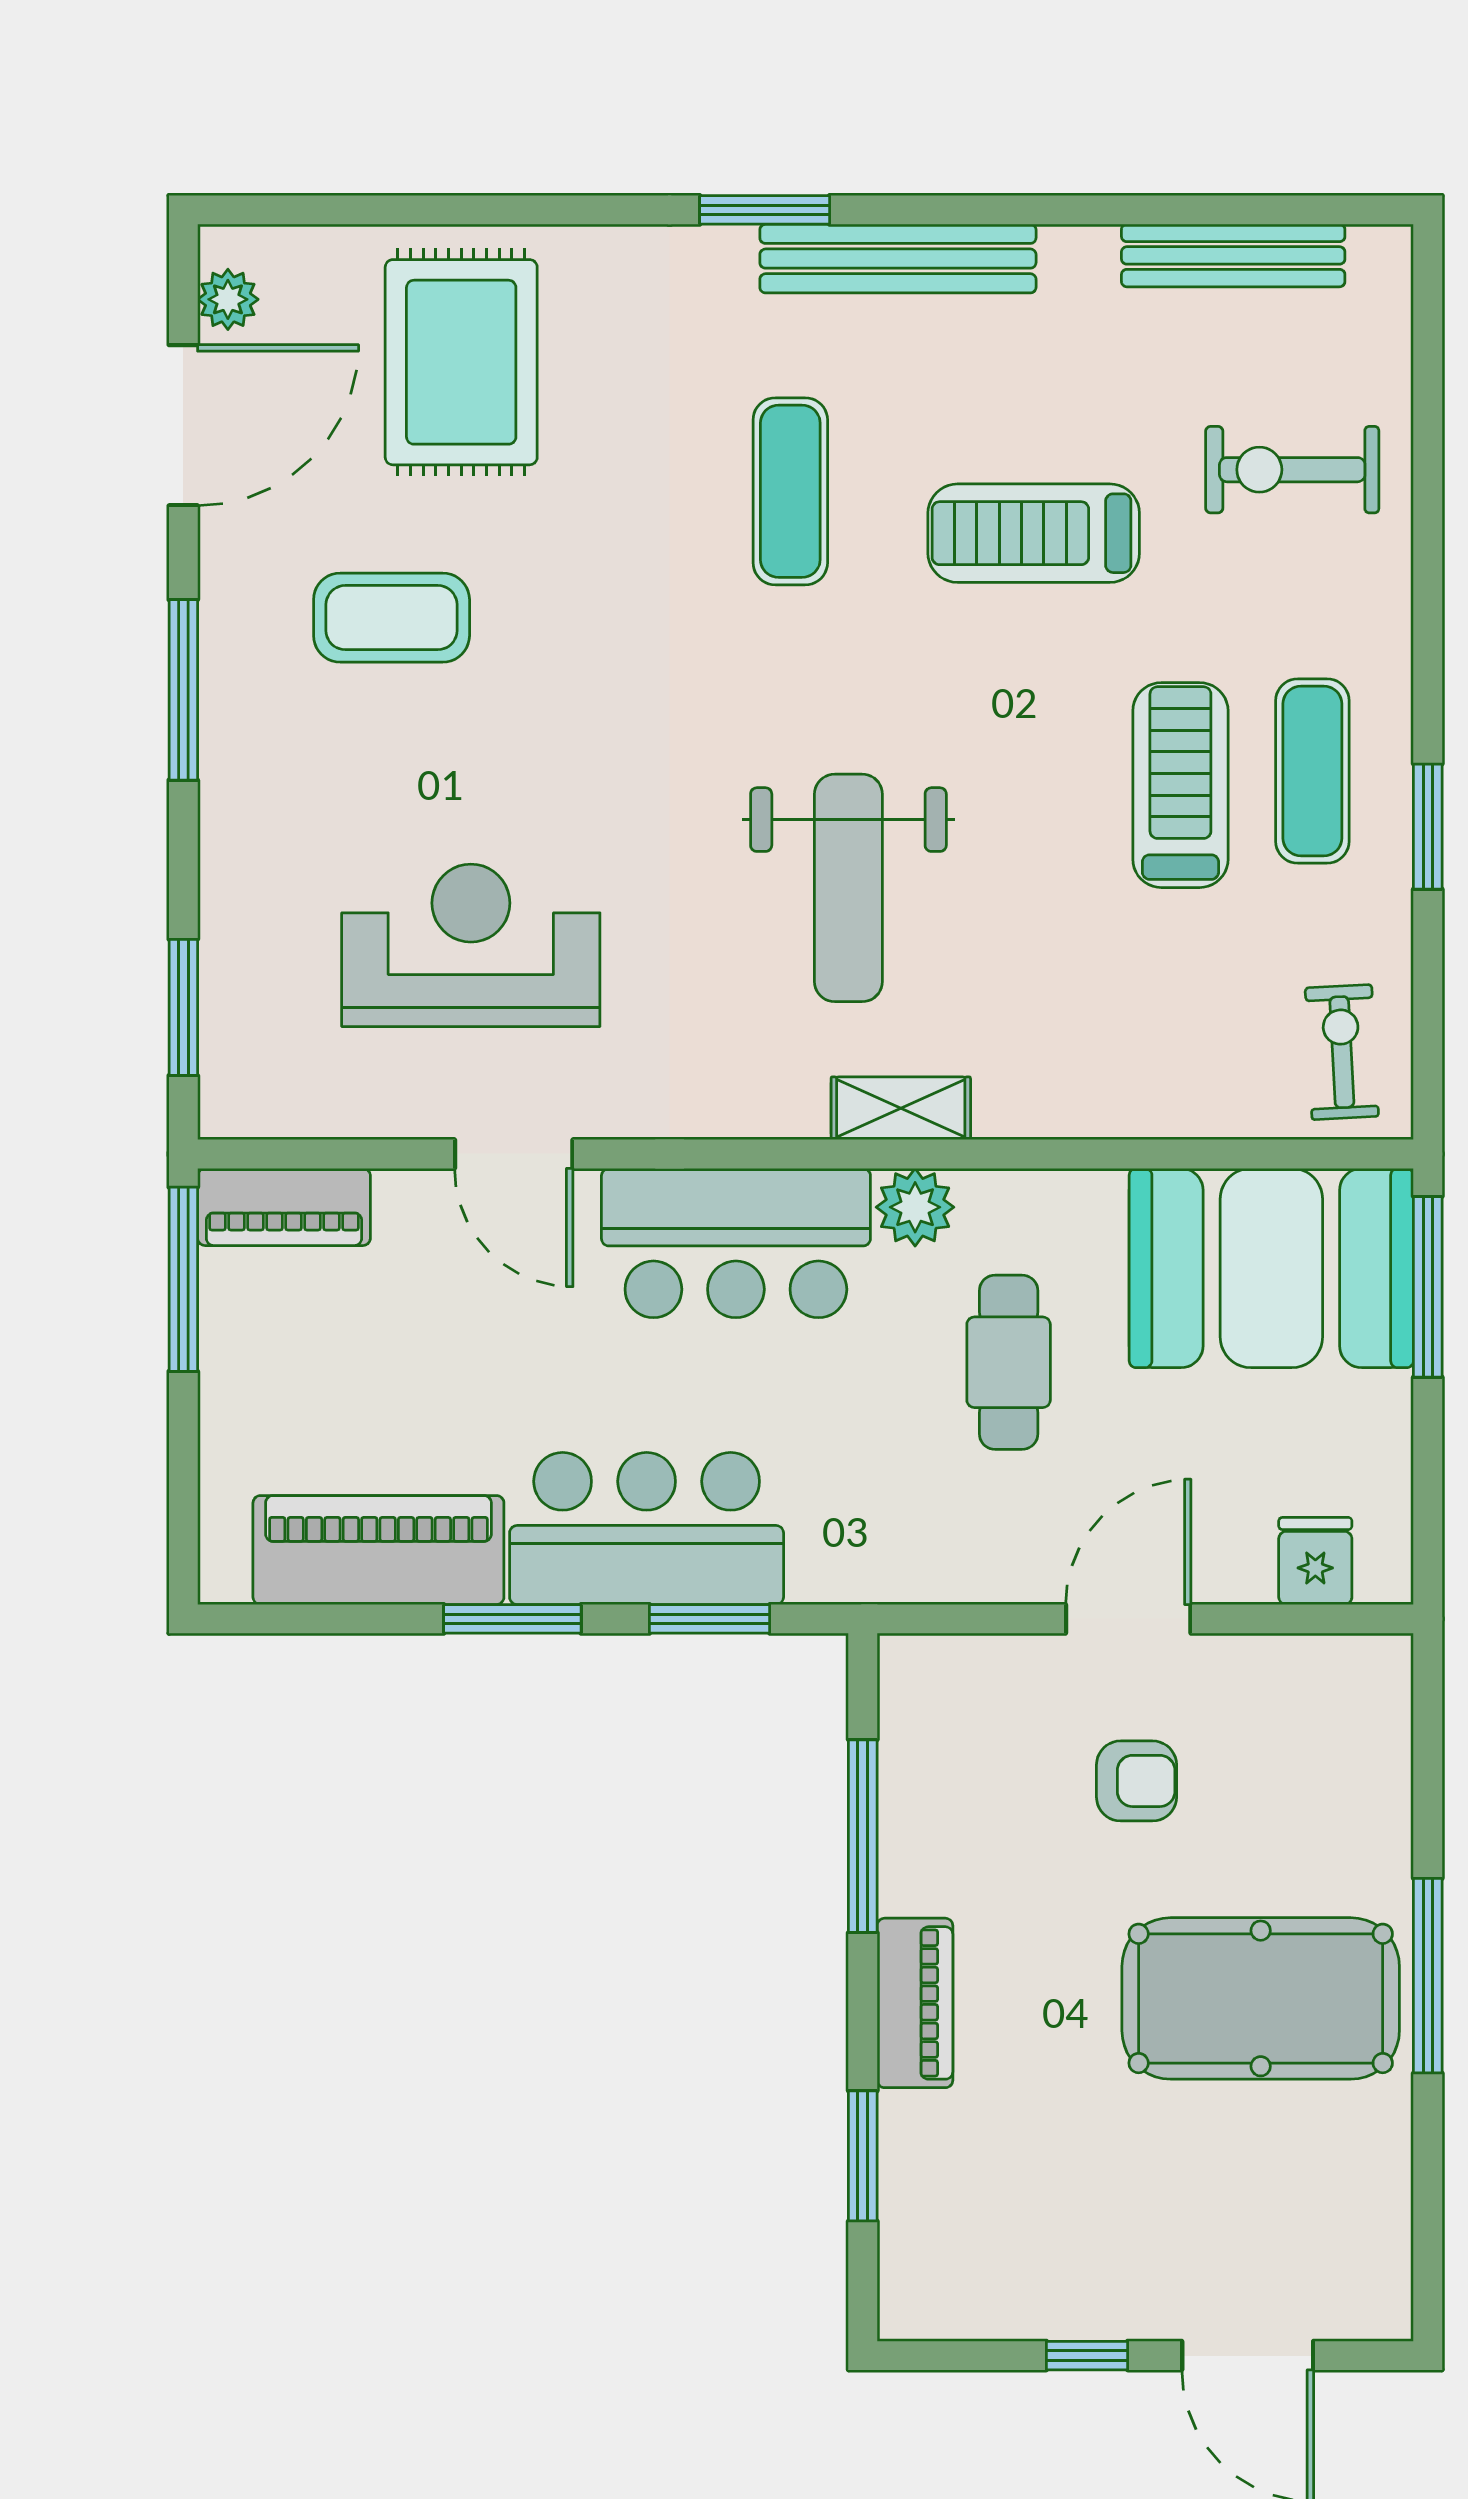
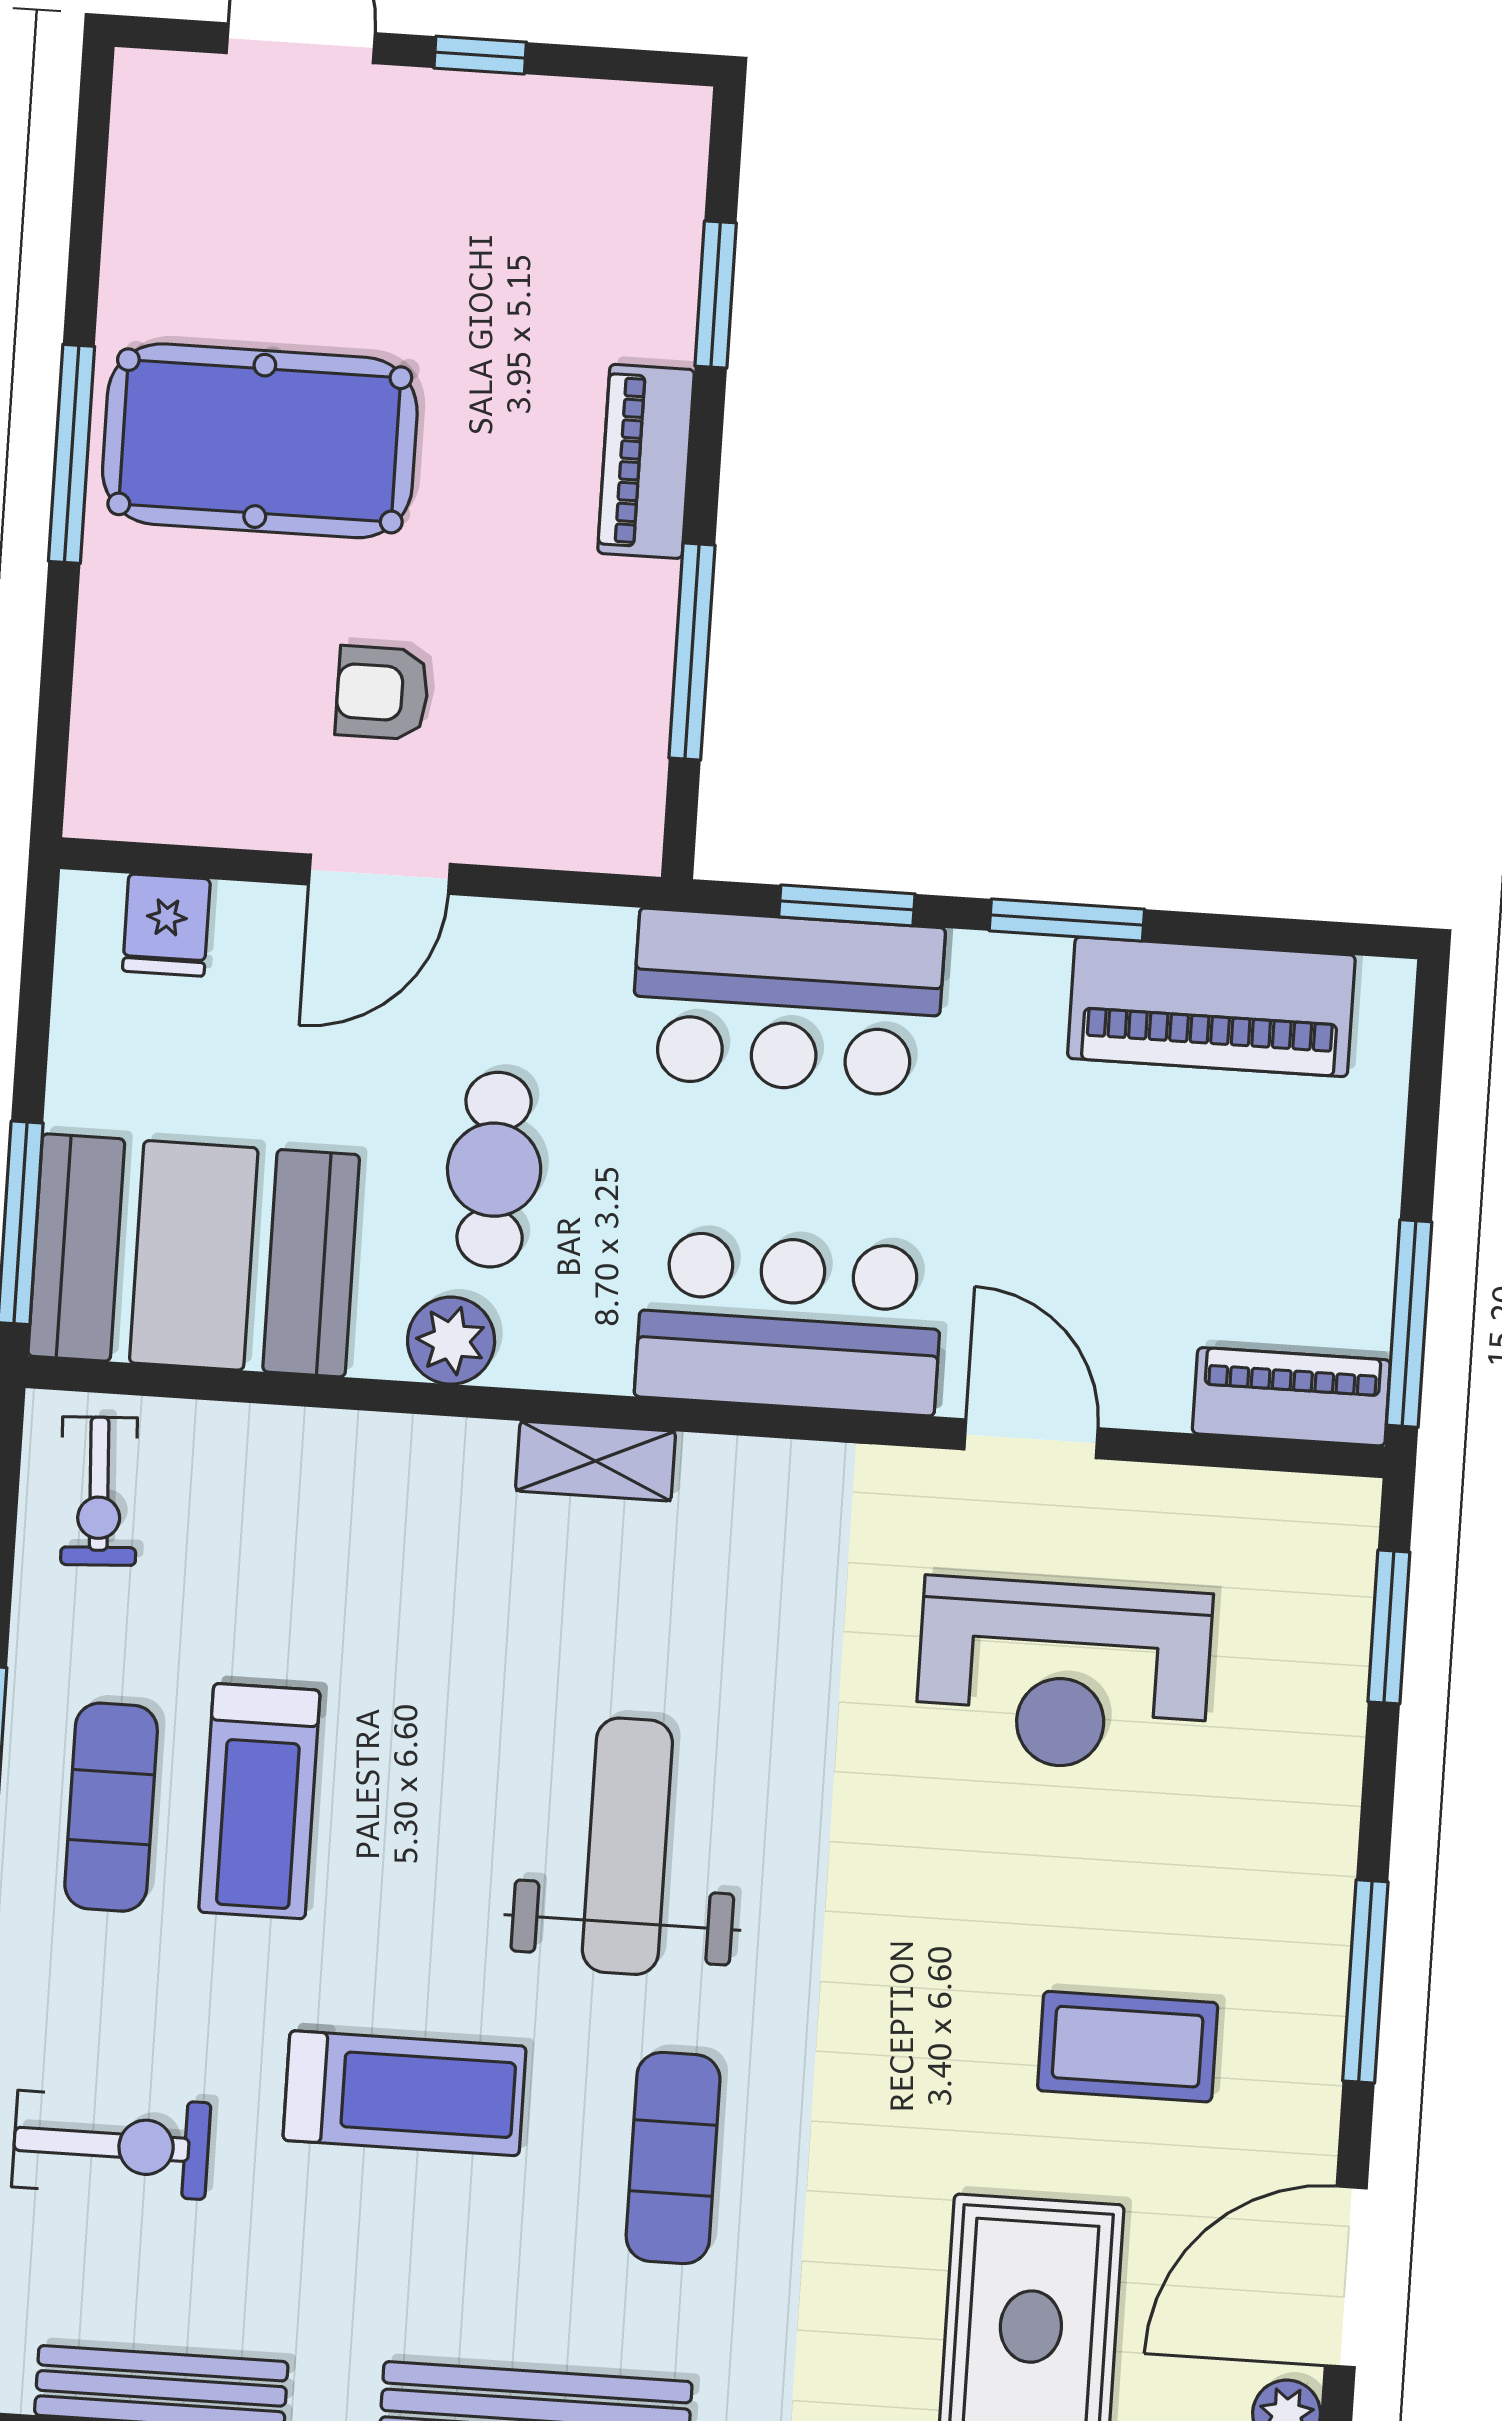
weight bench: (848, 888) -> (627, 1846), moved
plant: (915, 1207) -> (451, 1341), moved
bar counter: (647, 1528) -> (787, 1003), moved

